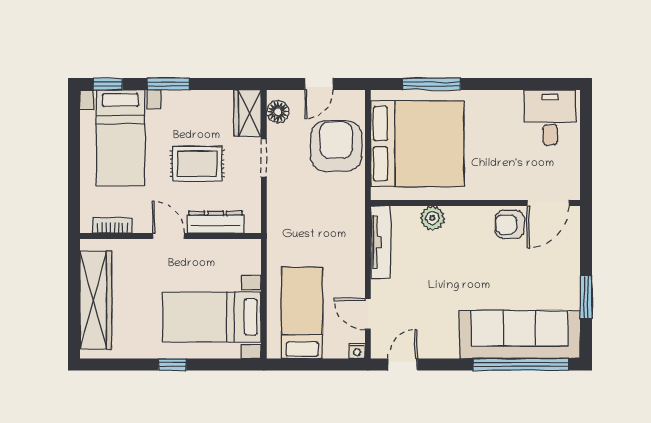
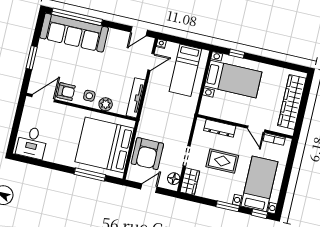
side table: (466, 227) -> (89, 96), added
door: (168, 236) -> (256, 129), moved
window: (586, 297) -> (32, 58), moved
door: (368, 314) -> (151, 62), hinge flipped
window: (172, 364) -> (237, 54), moved

